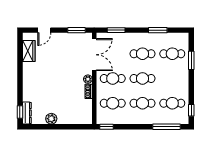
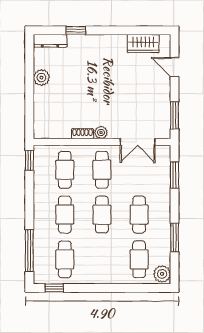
plant: (182, 38) -> (162, 274), added
double door: (94, 55) -> (138, 142), width x0.73
window: (191, 60) -> (129, 288), removed
window: (20, 112) -> (76, 30), moved

